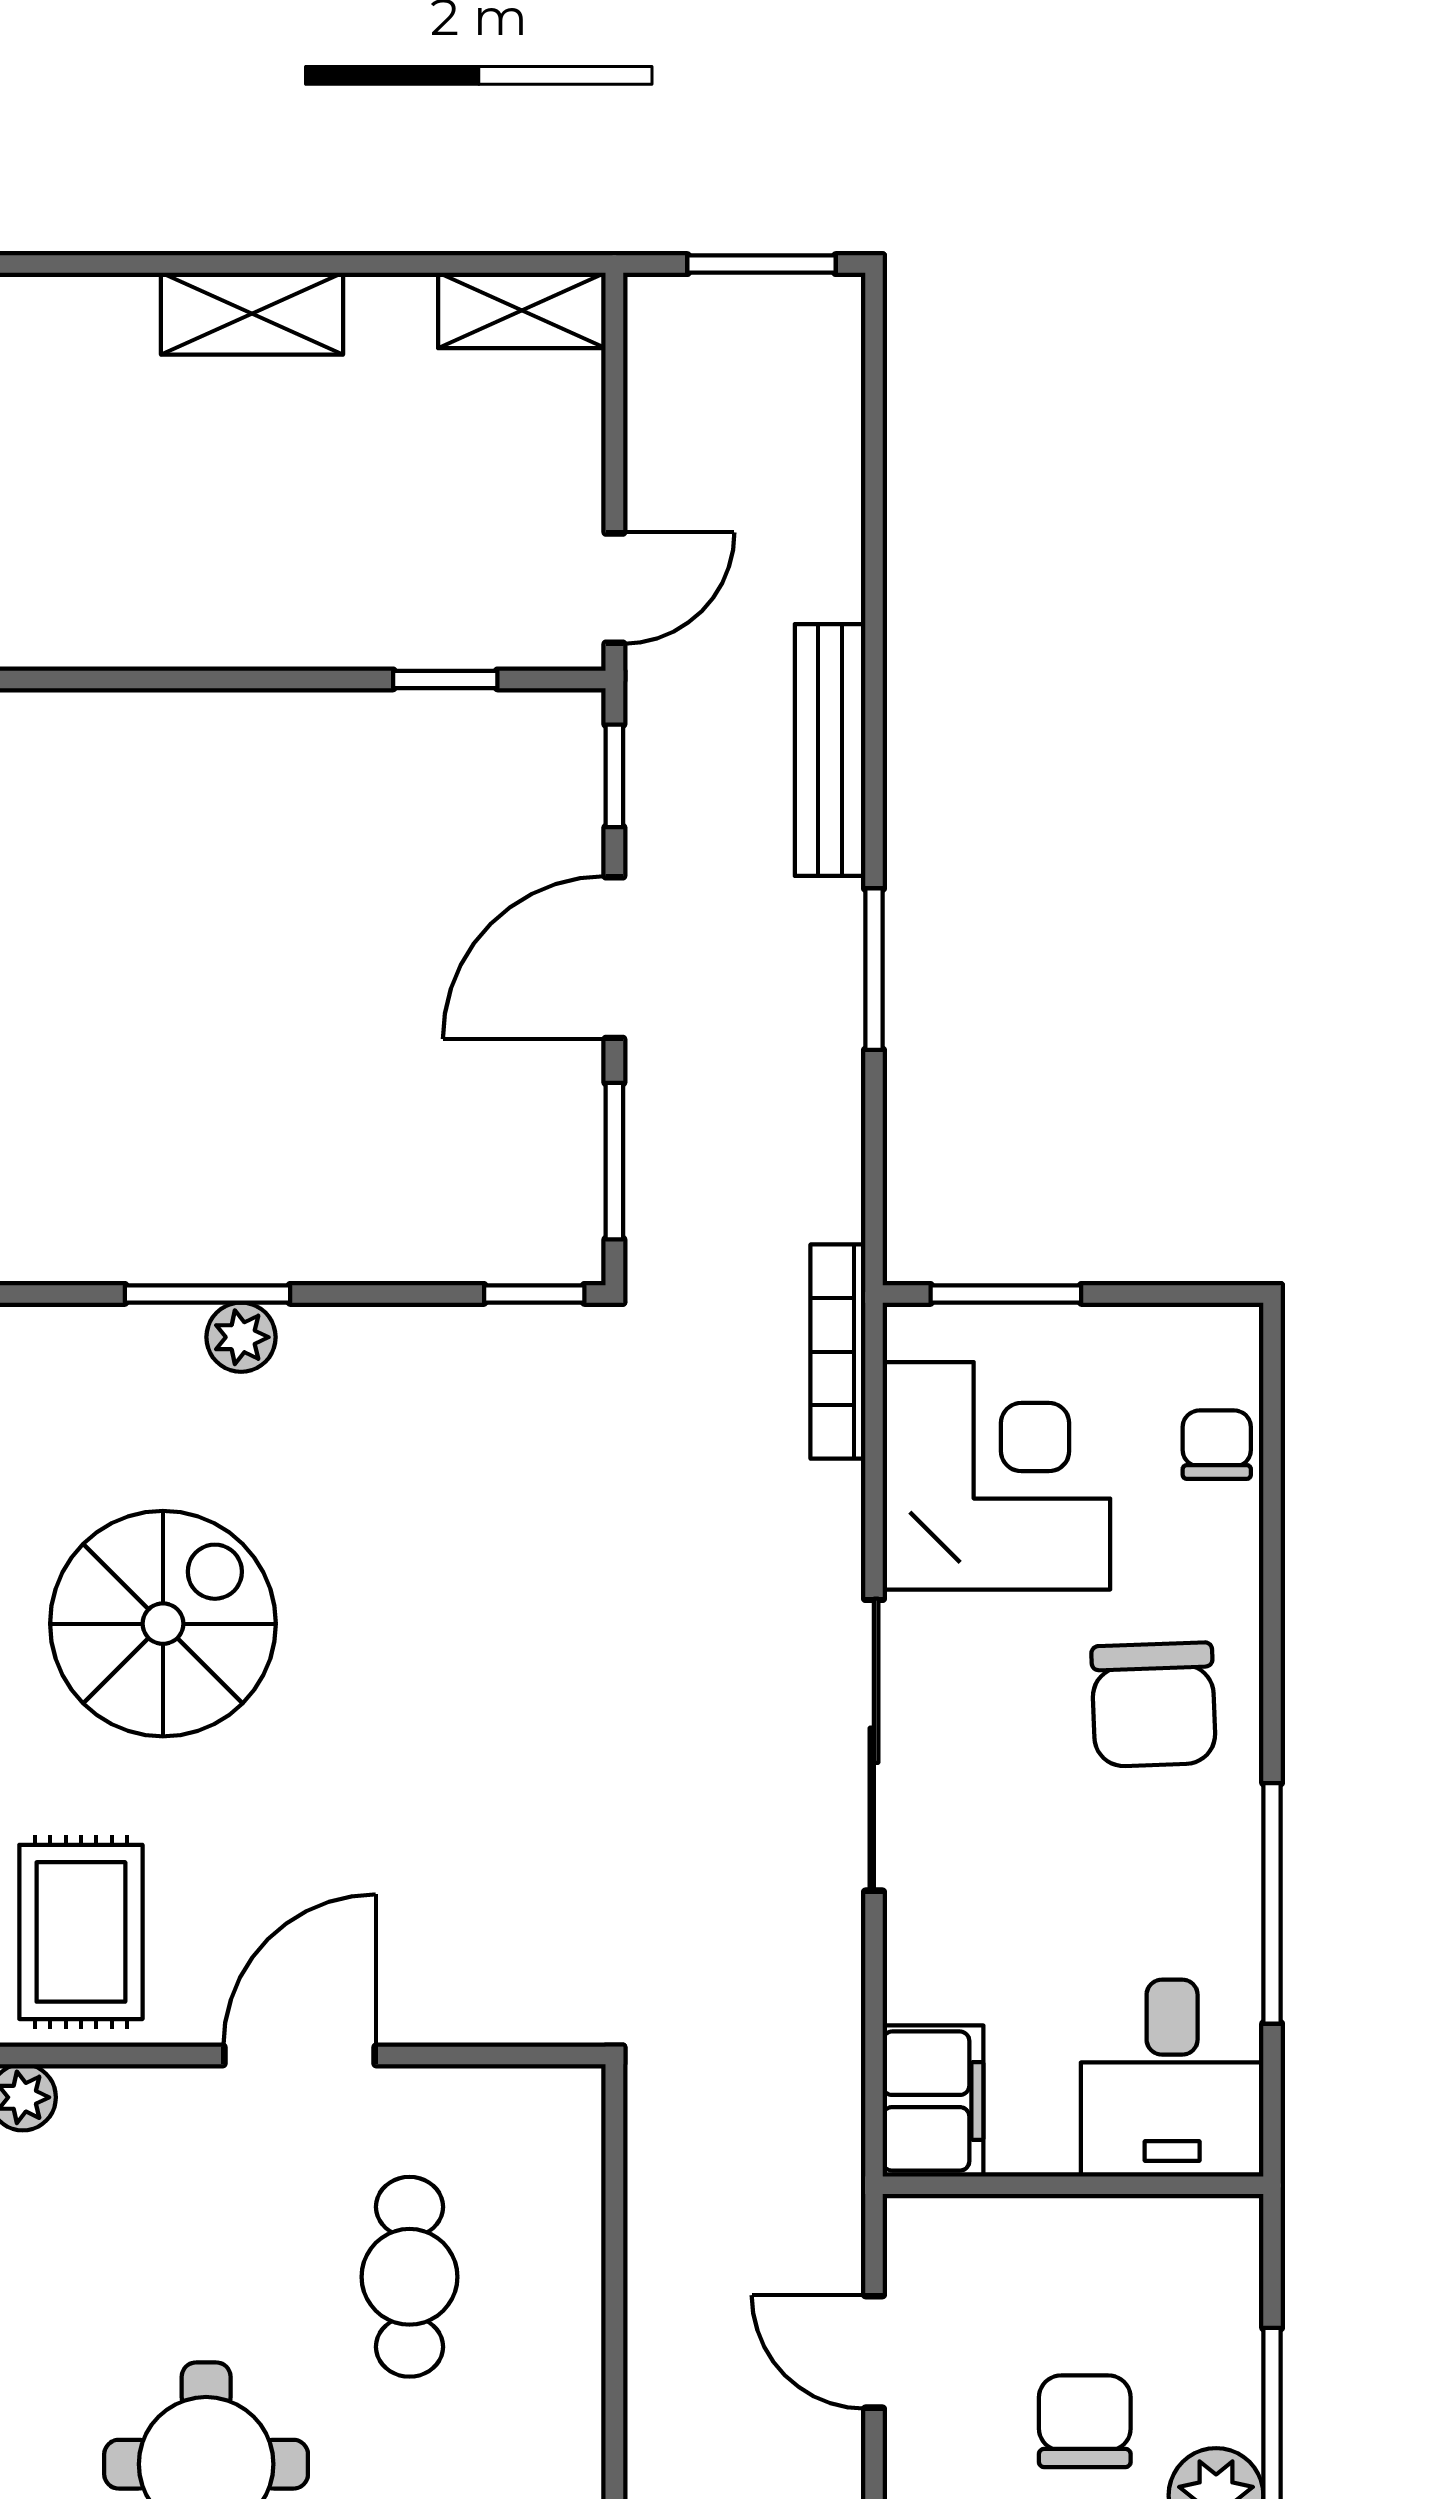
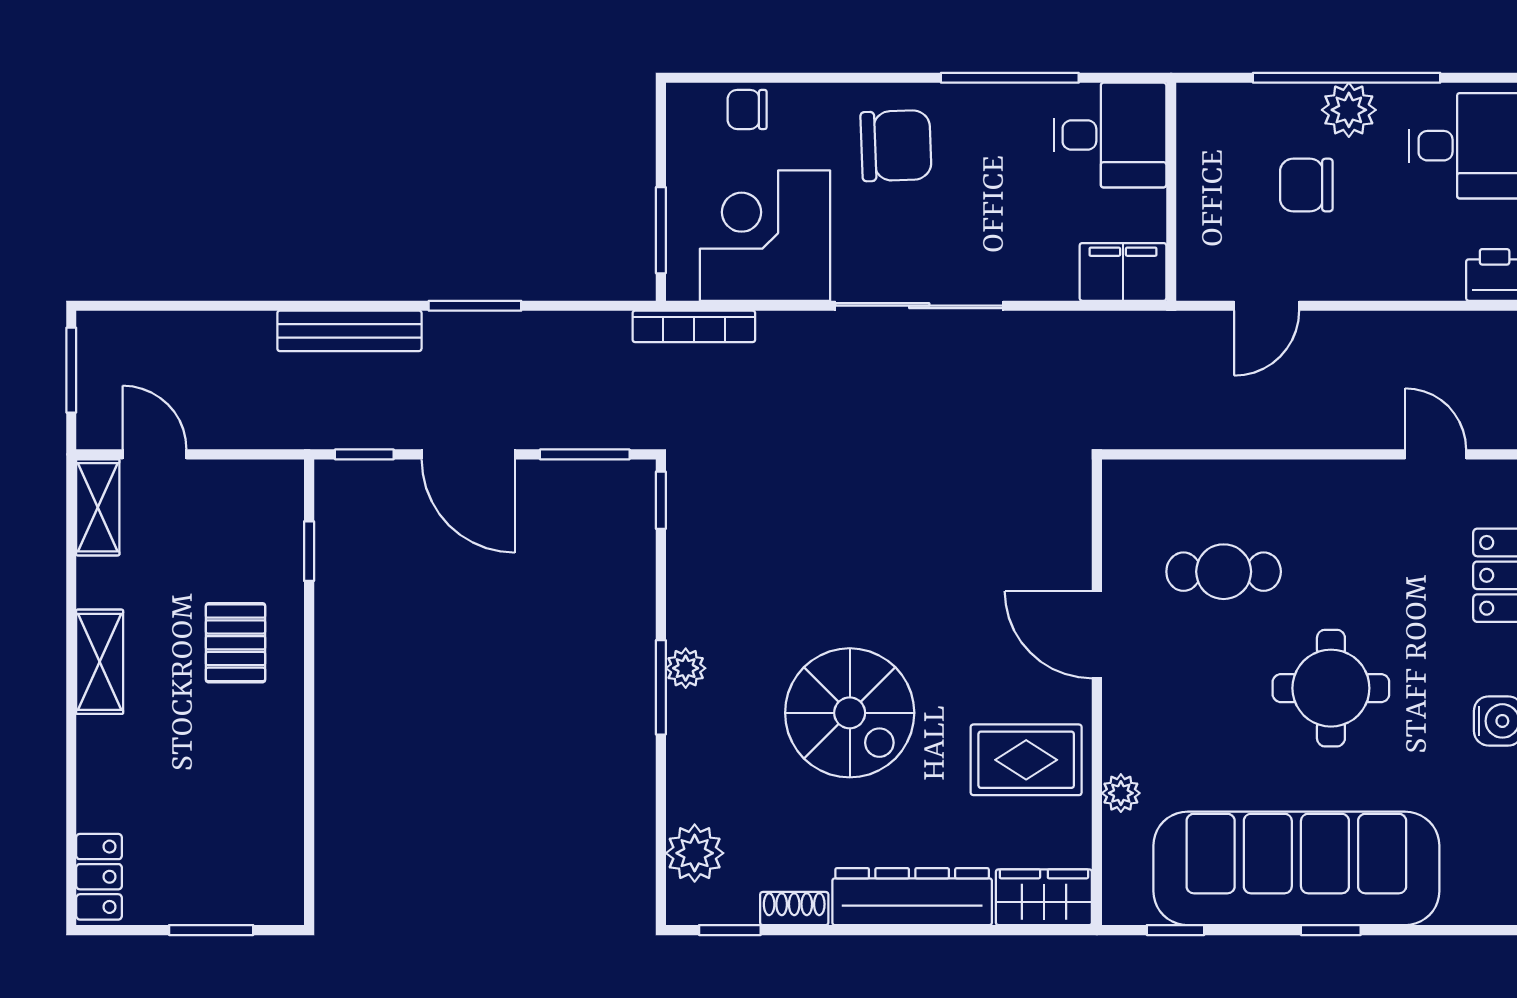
pallet: (285, 551) -> (236, 643), added
door: (614, 588) -> (155, 454), moved
spiral stairs: (163, 1624) -> (850, 713), turned 180

